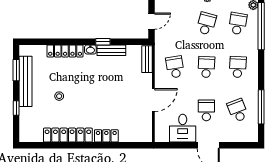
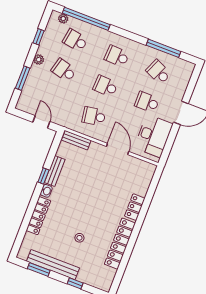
school desk: (238, 110) -> (158, 72), turned 45
desk: (183, 128) -> (153, 136), width x1.37

